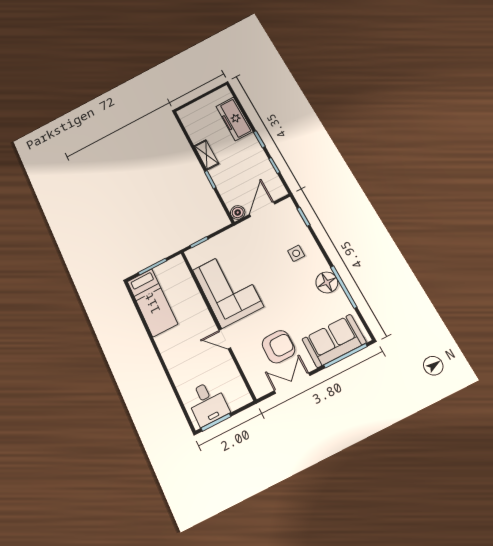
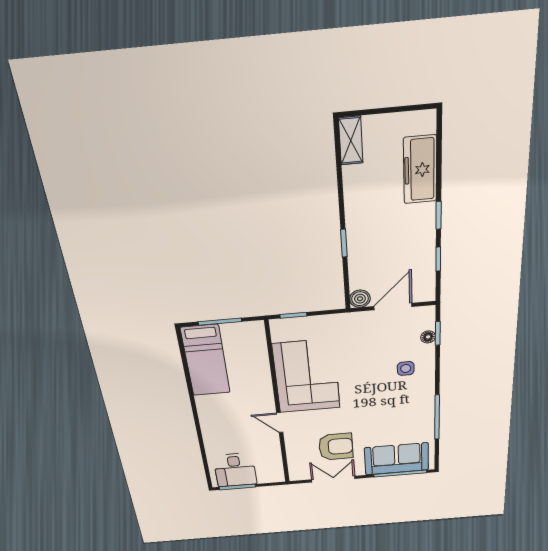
shelving: (206, 155) -> (351, 141), moved
floor lamp: (327, 282) -> (428, 337), moved, width x0.53, depth x0.53

